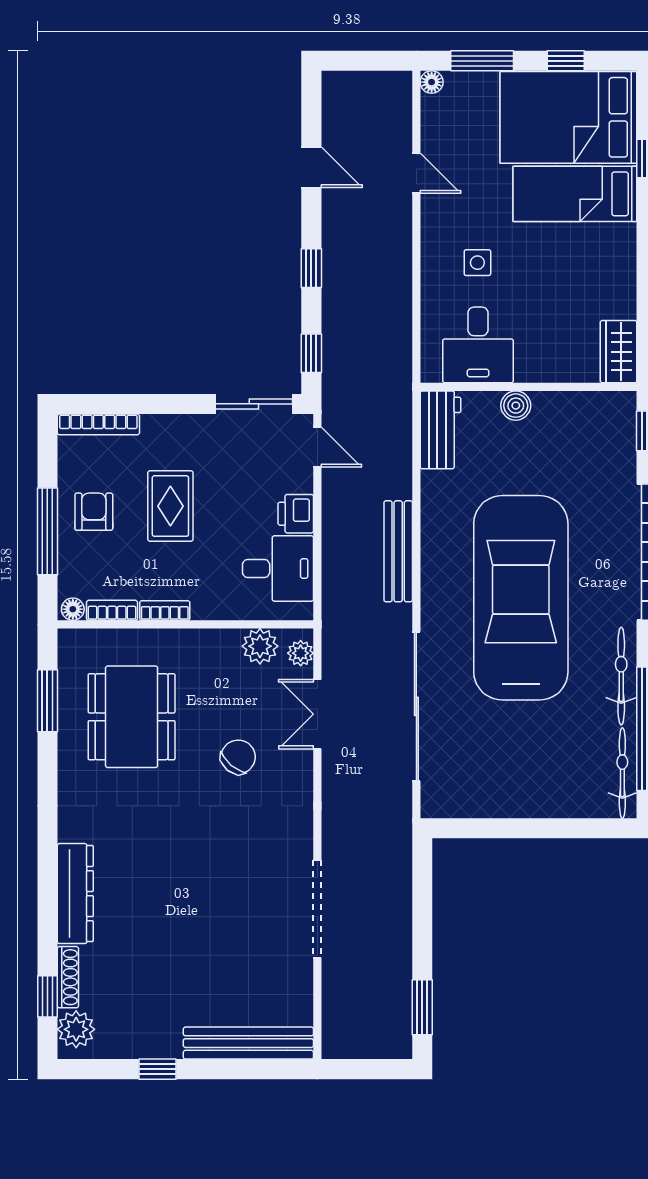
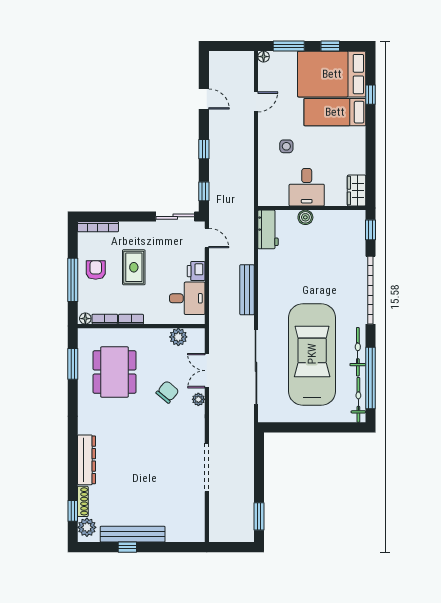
door: (416, 173) -> (256, 102), hinge flipped
desk: (478, 345) -> (307, 187), moved
car: (521, 598) -> (312, 354), moved
plant: (301, 653) -> (198, 399), moved
bench: (248, 1043) -> (133, 534), moved

